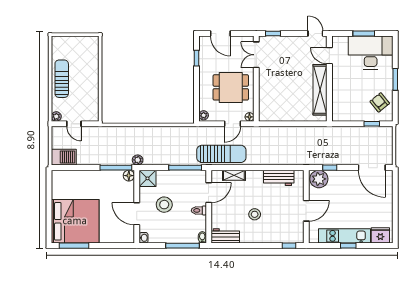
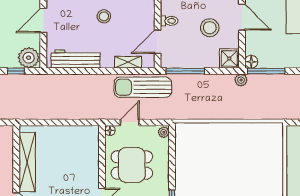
workbench: (279, 178) -> (76, 59), width x1.37

